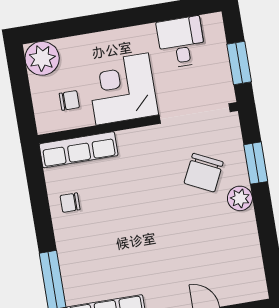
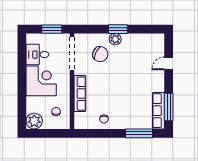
corner desk: (122, 89) -> (41, 81), moved, turned 180
row of seats: (79, 150) -> (80, 94), moved
window: (256, 163) -> (118, 29), moved

